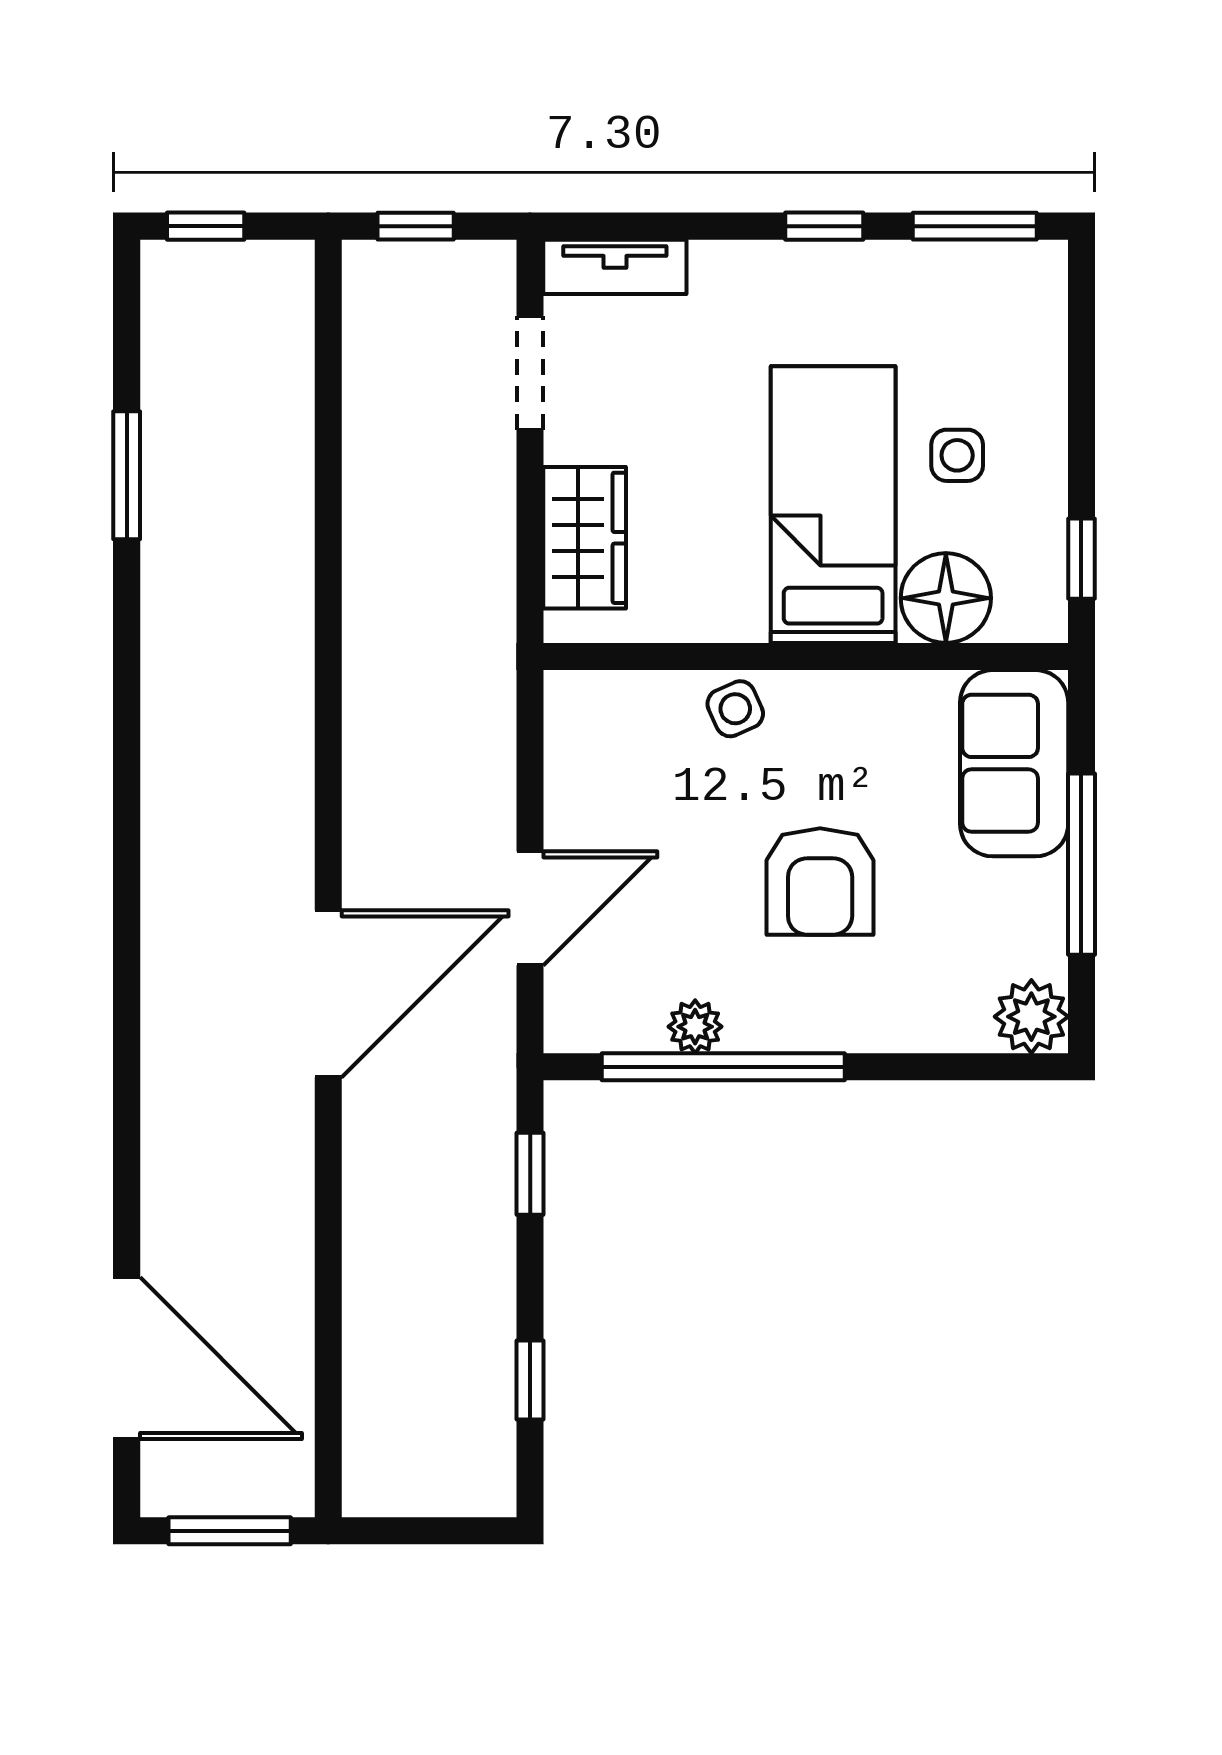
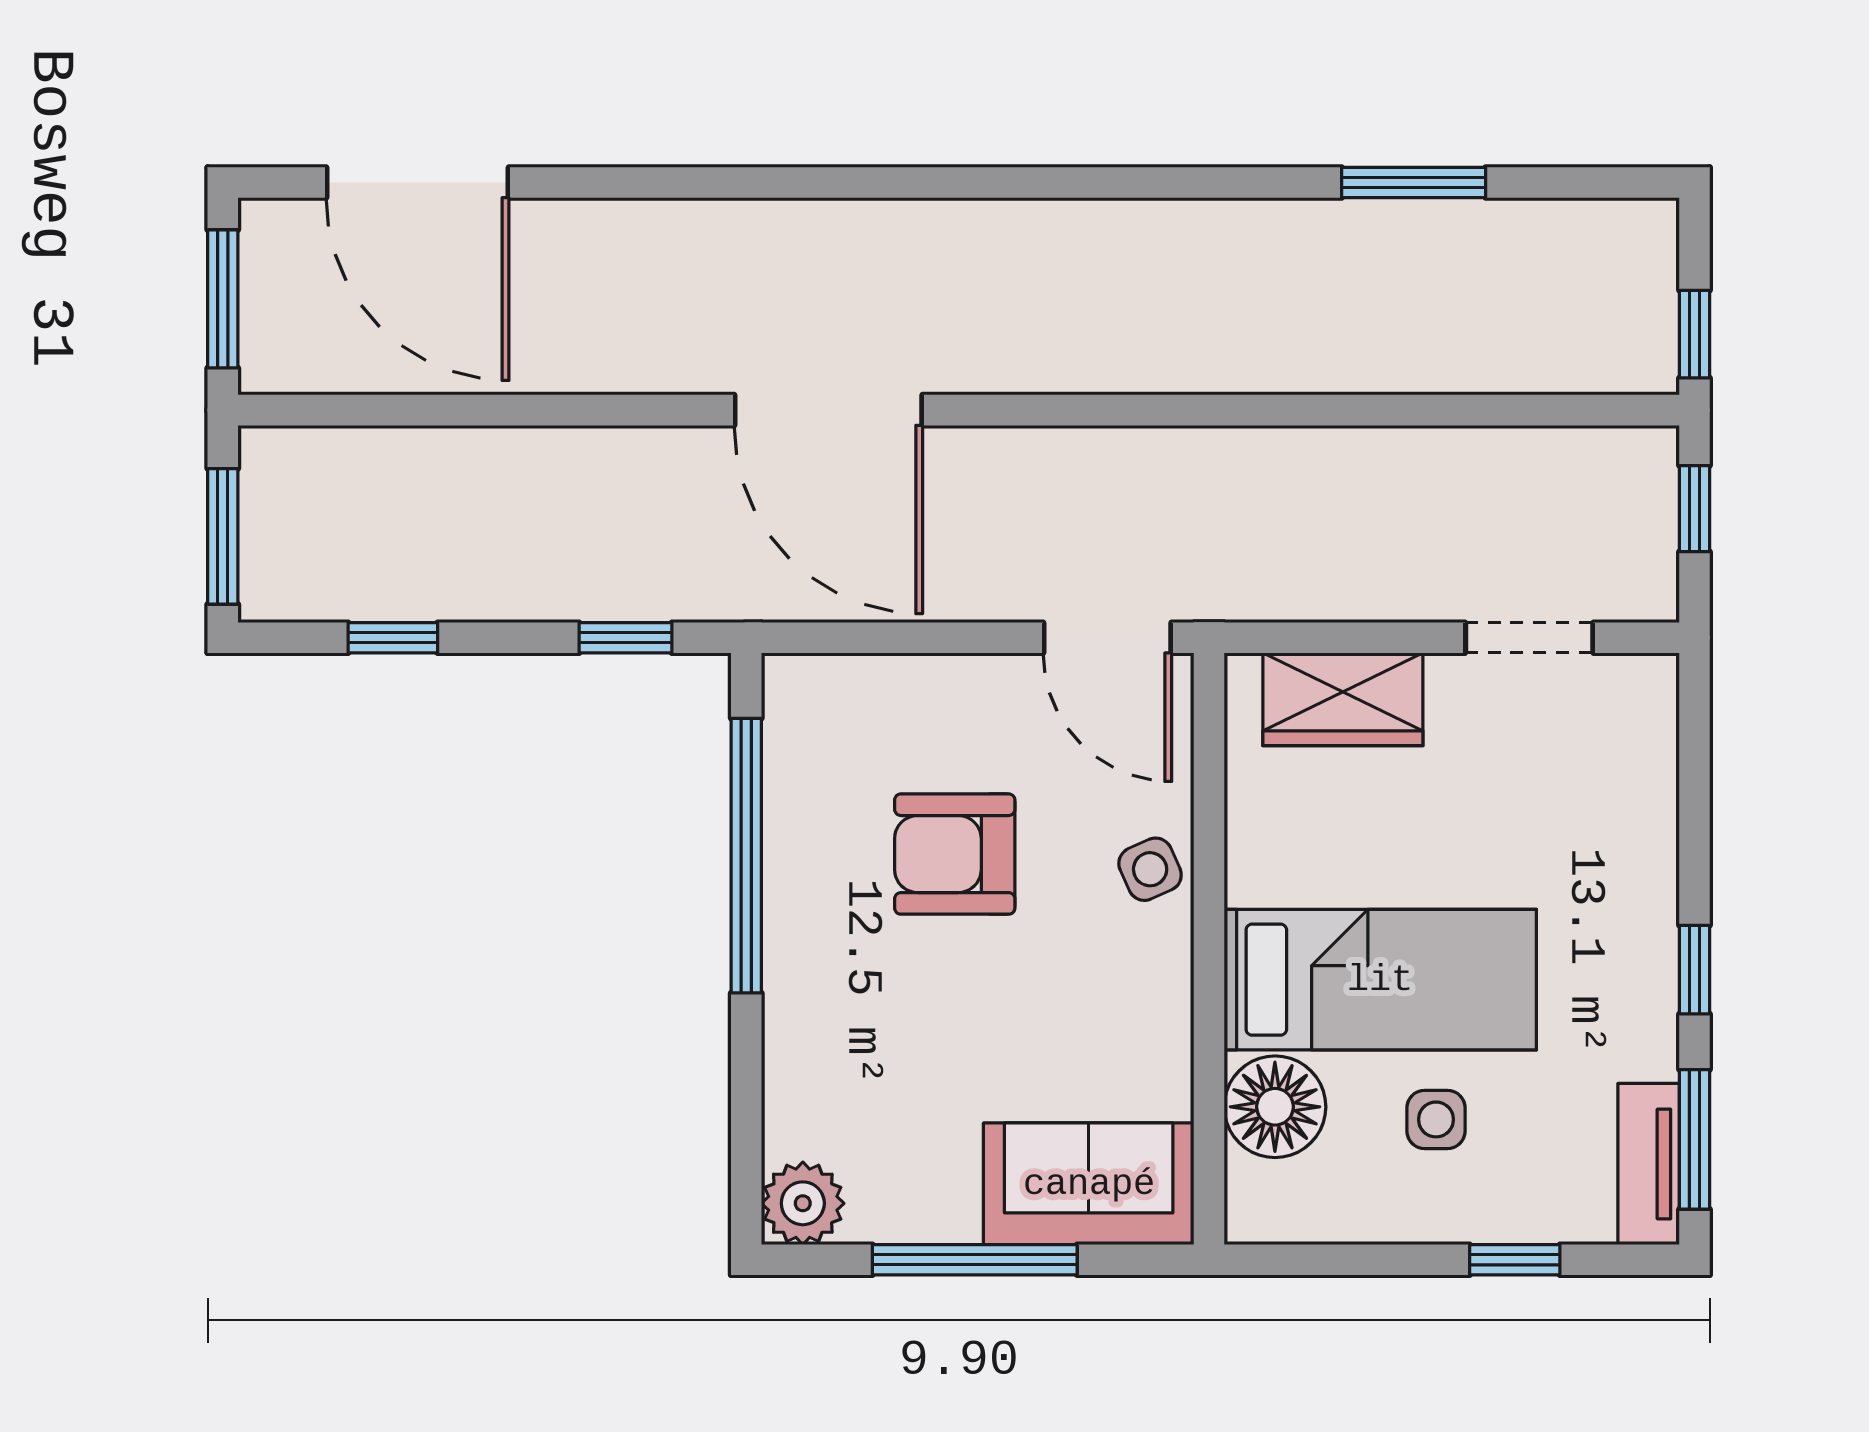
window: (206, 226) -> (1695, 334), moved
tv unit: (615, 267) -> (1649, 1164), moved
window: (1081, 559) -> (1515, 1260), moved
armchair: (820, 882) -> (955, 854), moved
door: (530, 908) -> (1107, 638), moved
plant: (695, 1027) -> (791, 824), removed
door: (127, 1358) -> (418, 183), hinge flipped
window: (440, 1531) -> (223, 536), added

